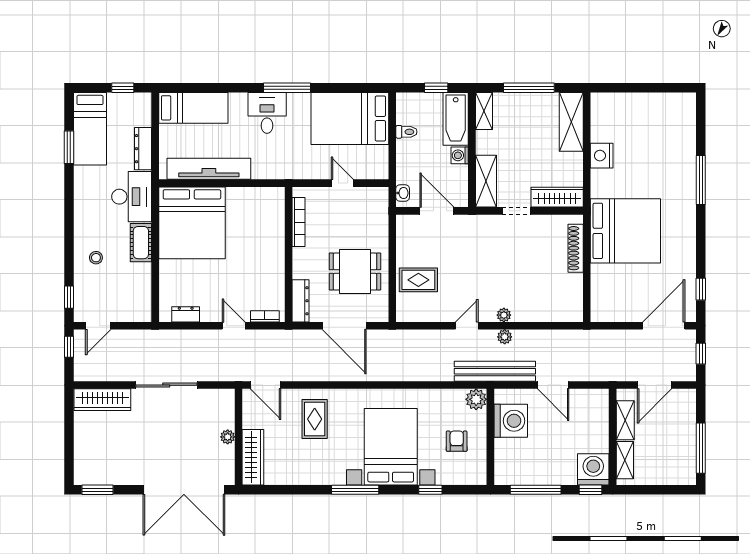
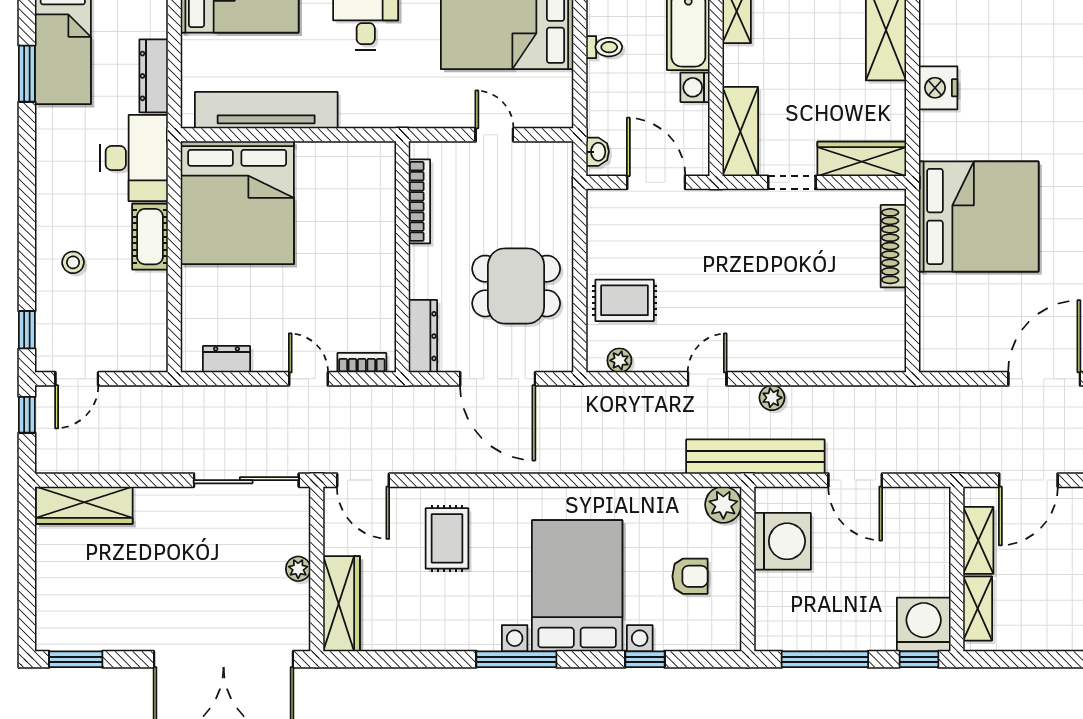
plant: (504, 315) -> (619, 360), moved
sliding door: (166, 385) -> (246, 480), moved
armchair: (457, 441) -> (690, 576), turned 90

